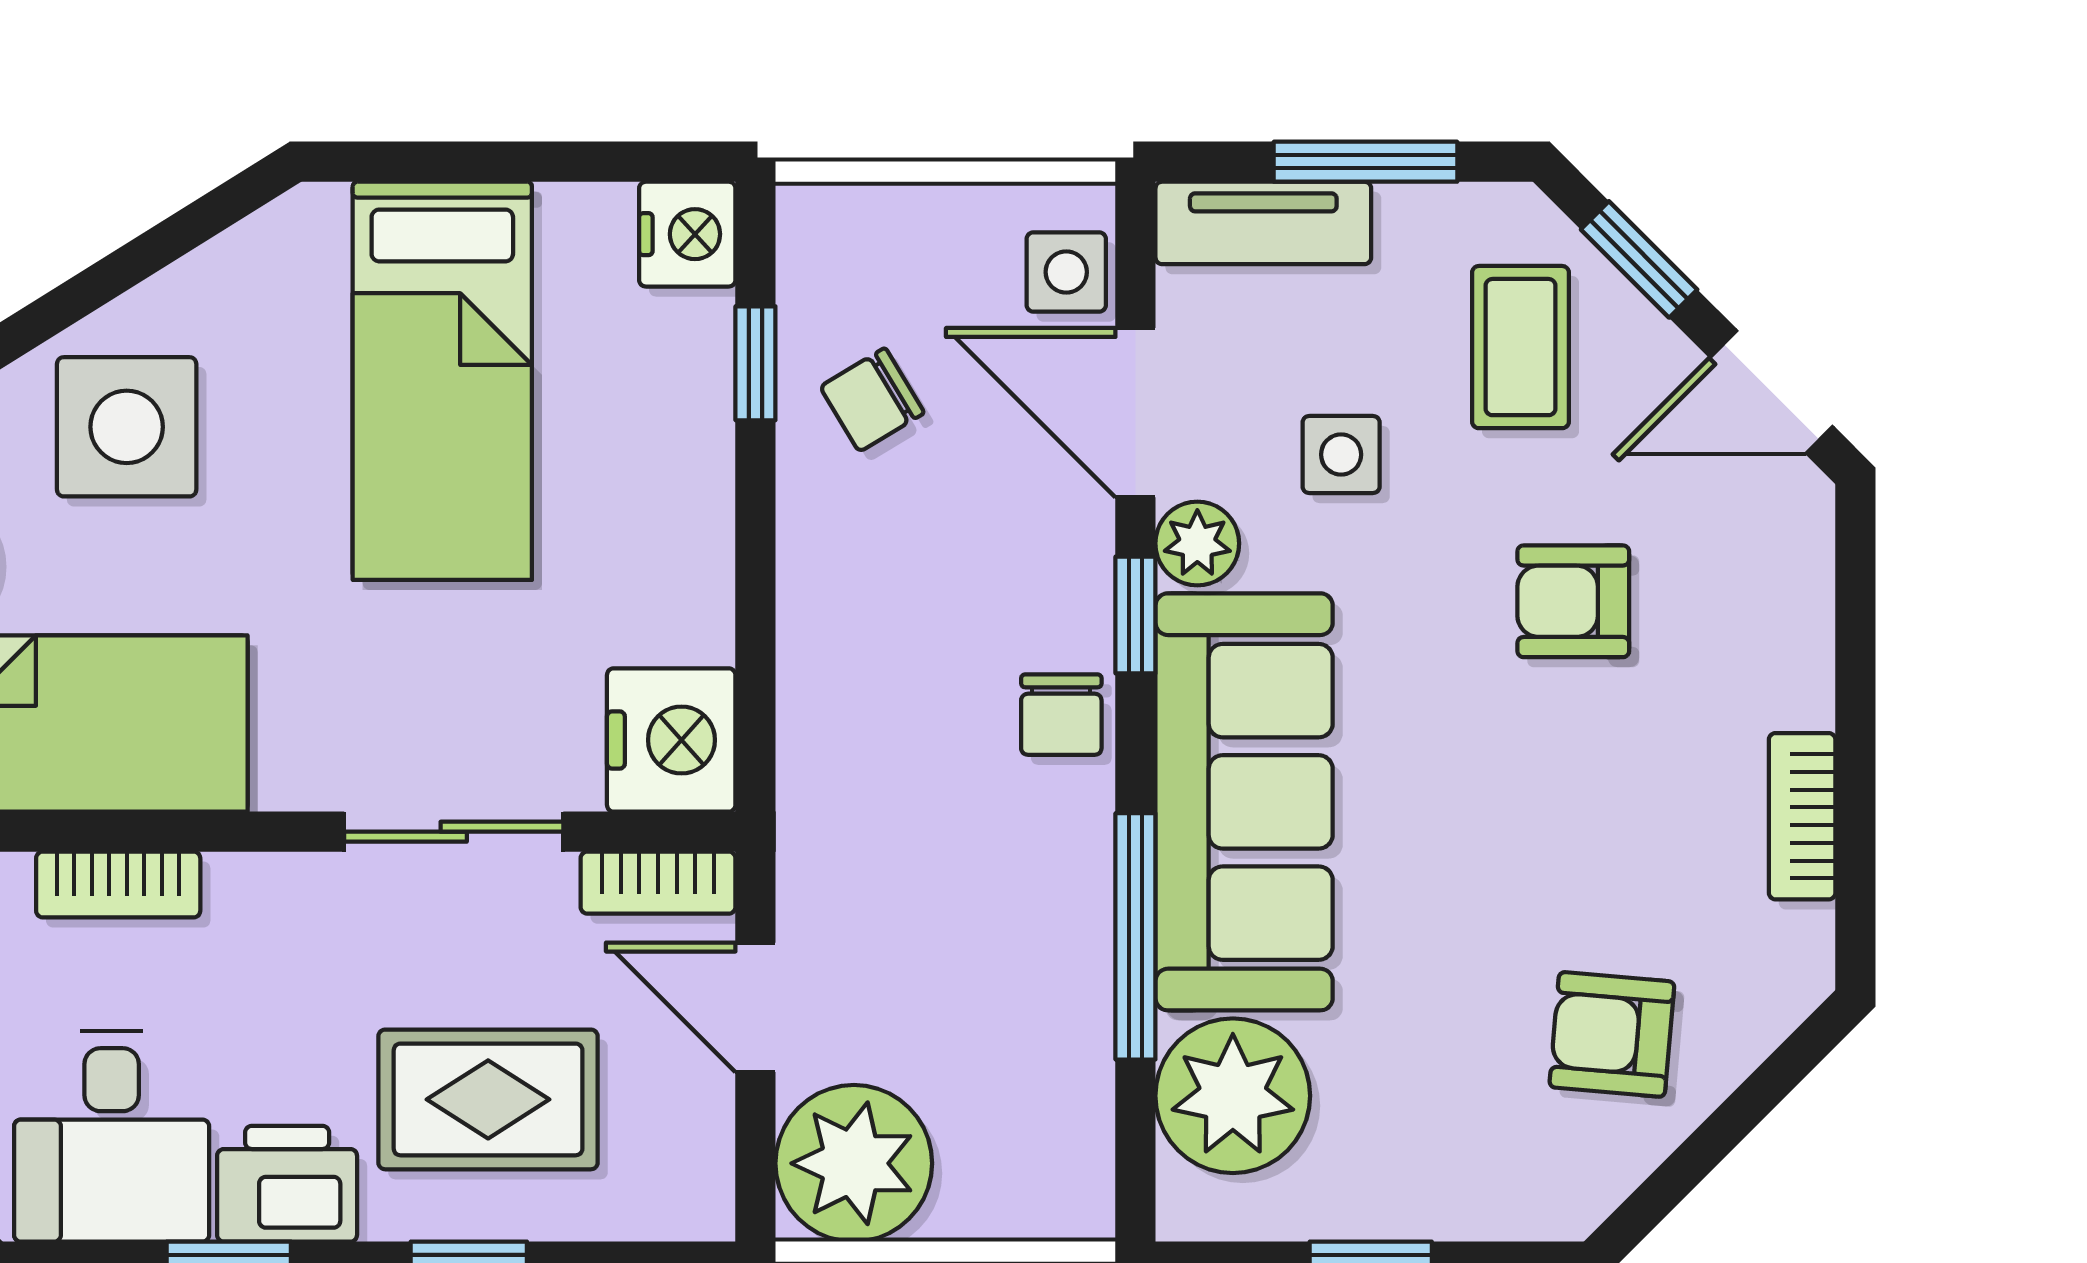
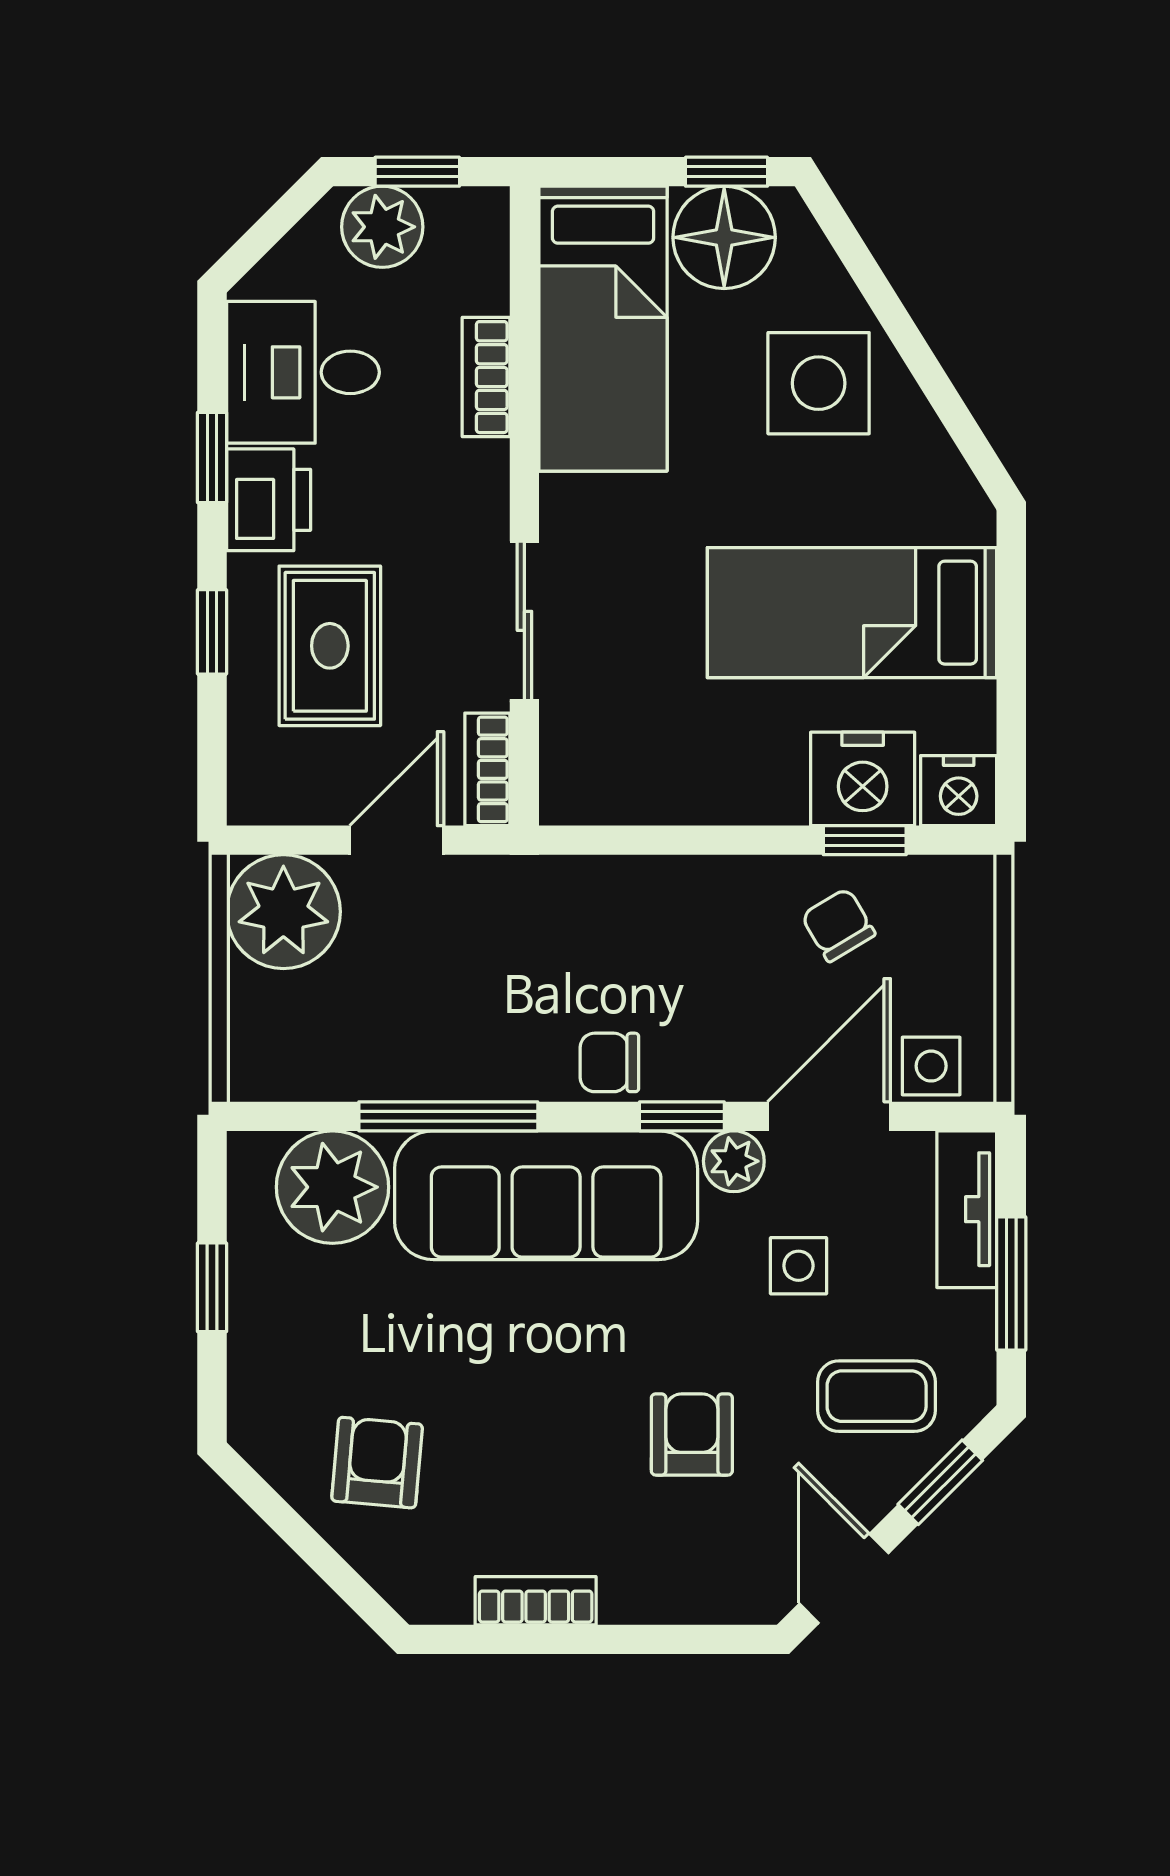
nightstand: (671, 740) -> (863, 779), moved

